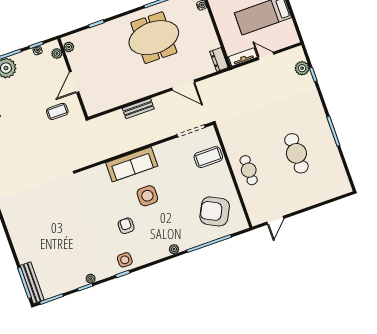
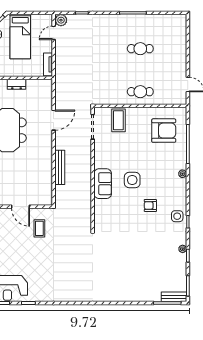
door: (266, 56) -> (54, 33), moved
dresser: (219, 59) -> (17, 84), moved
plant: (302, 68) -> (61, 20), moved
bench: (138, 109) -> (60, 167), width x1.36
cafe table: (296, 153) -> (140, 49), width x0.73, depth x0.74
sofa: (132, 164) -> (103, 184), width x0.73
armchair: (215, 211) -> (164, 131), turned -117
bench: (32, 283) -> (174, 297), width x0.73

